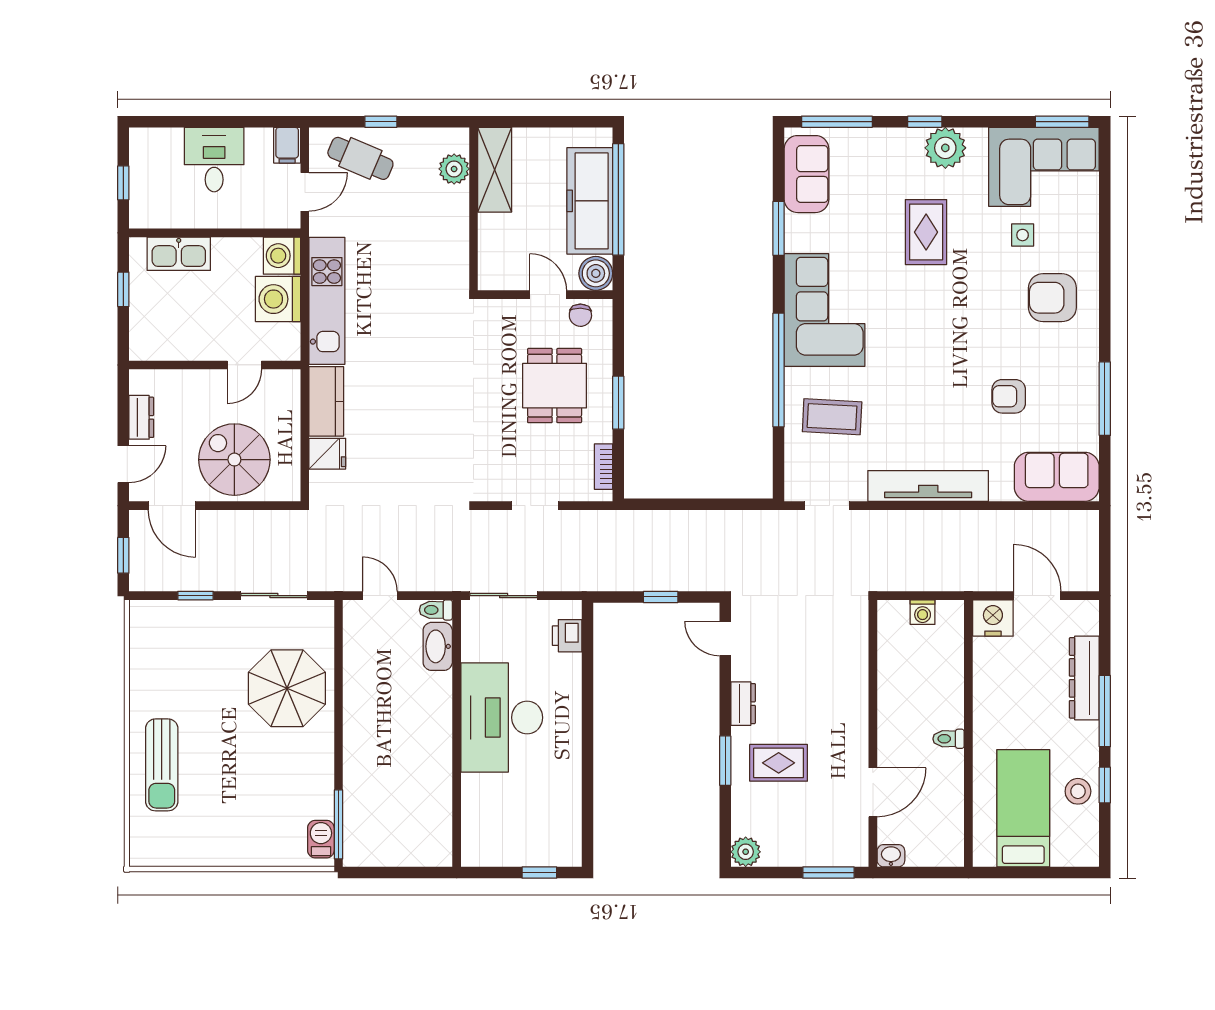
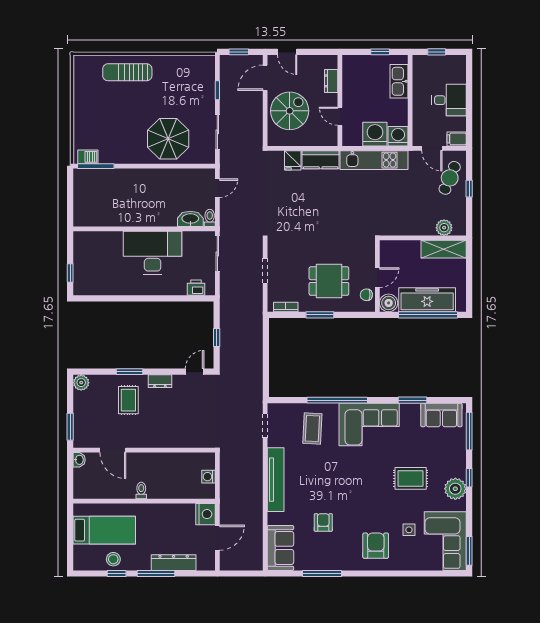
dresser: (141, 417) -> (331, 81), moved, turned 90

